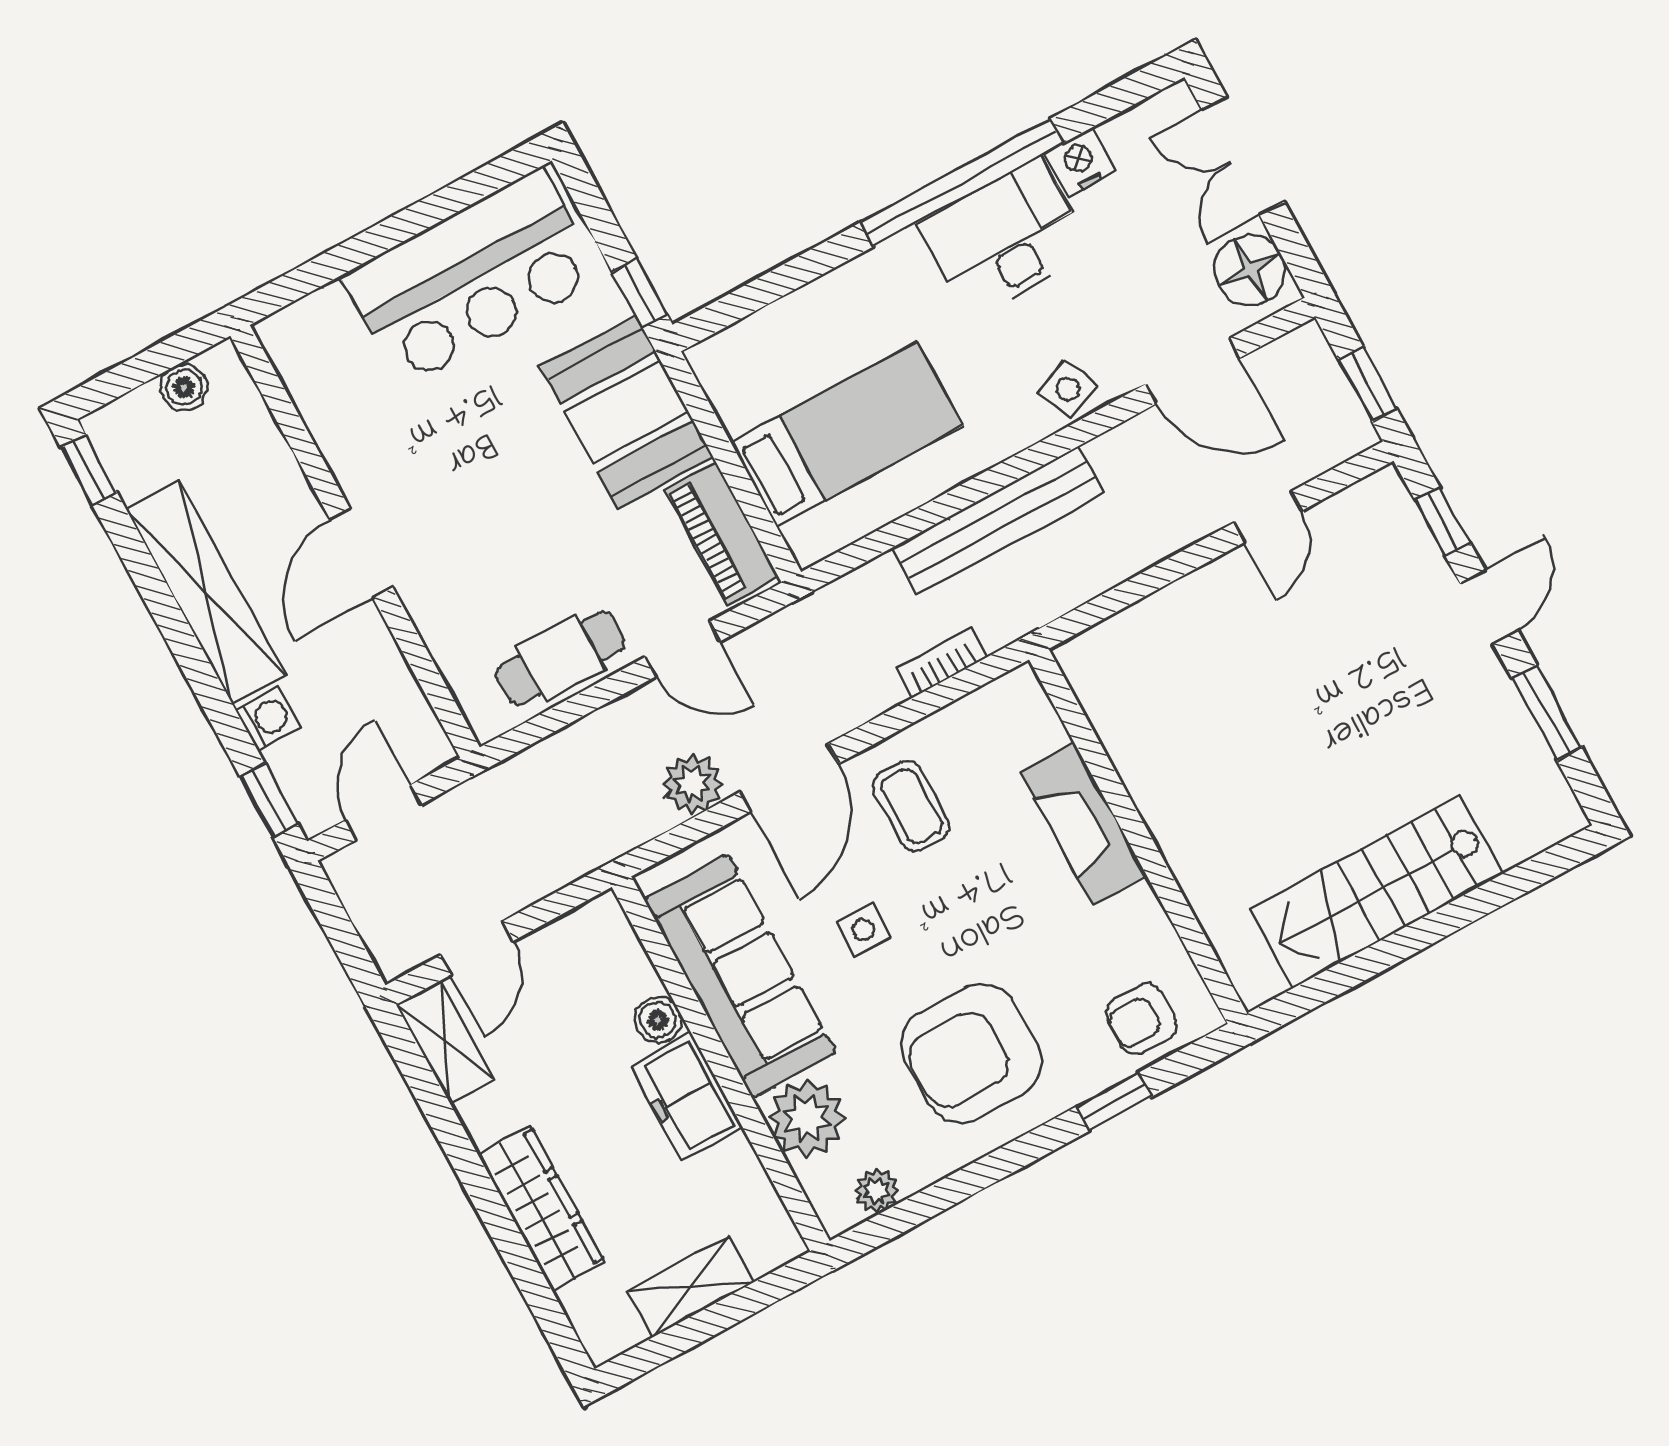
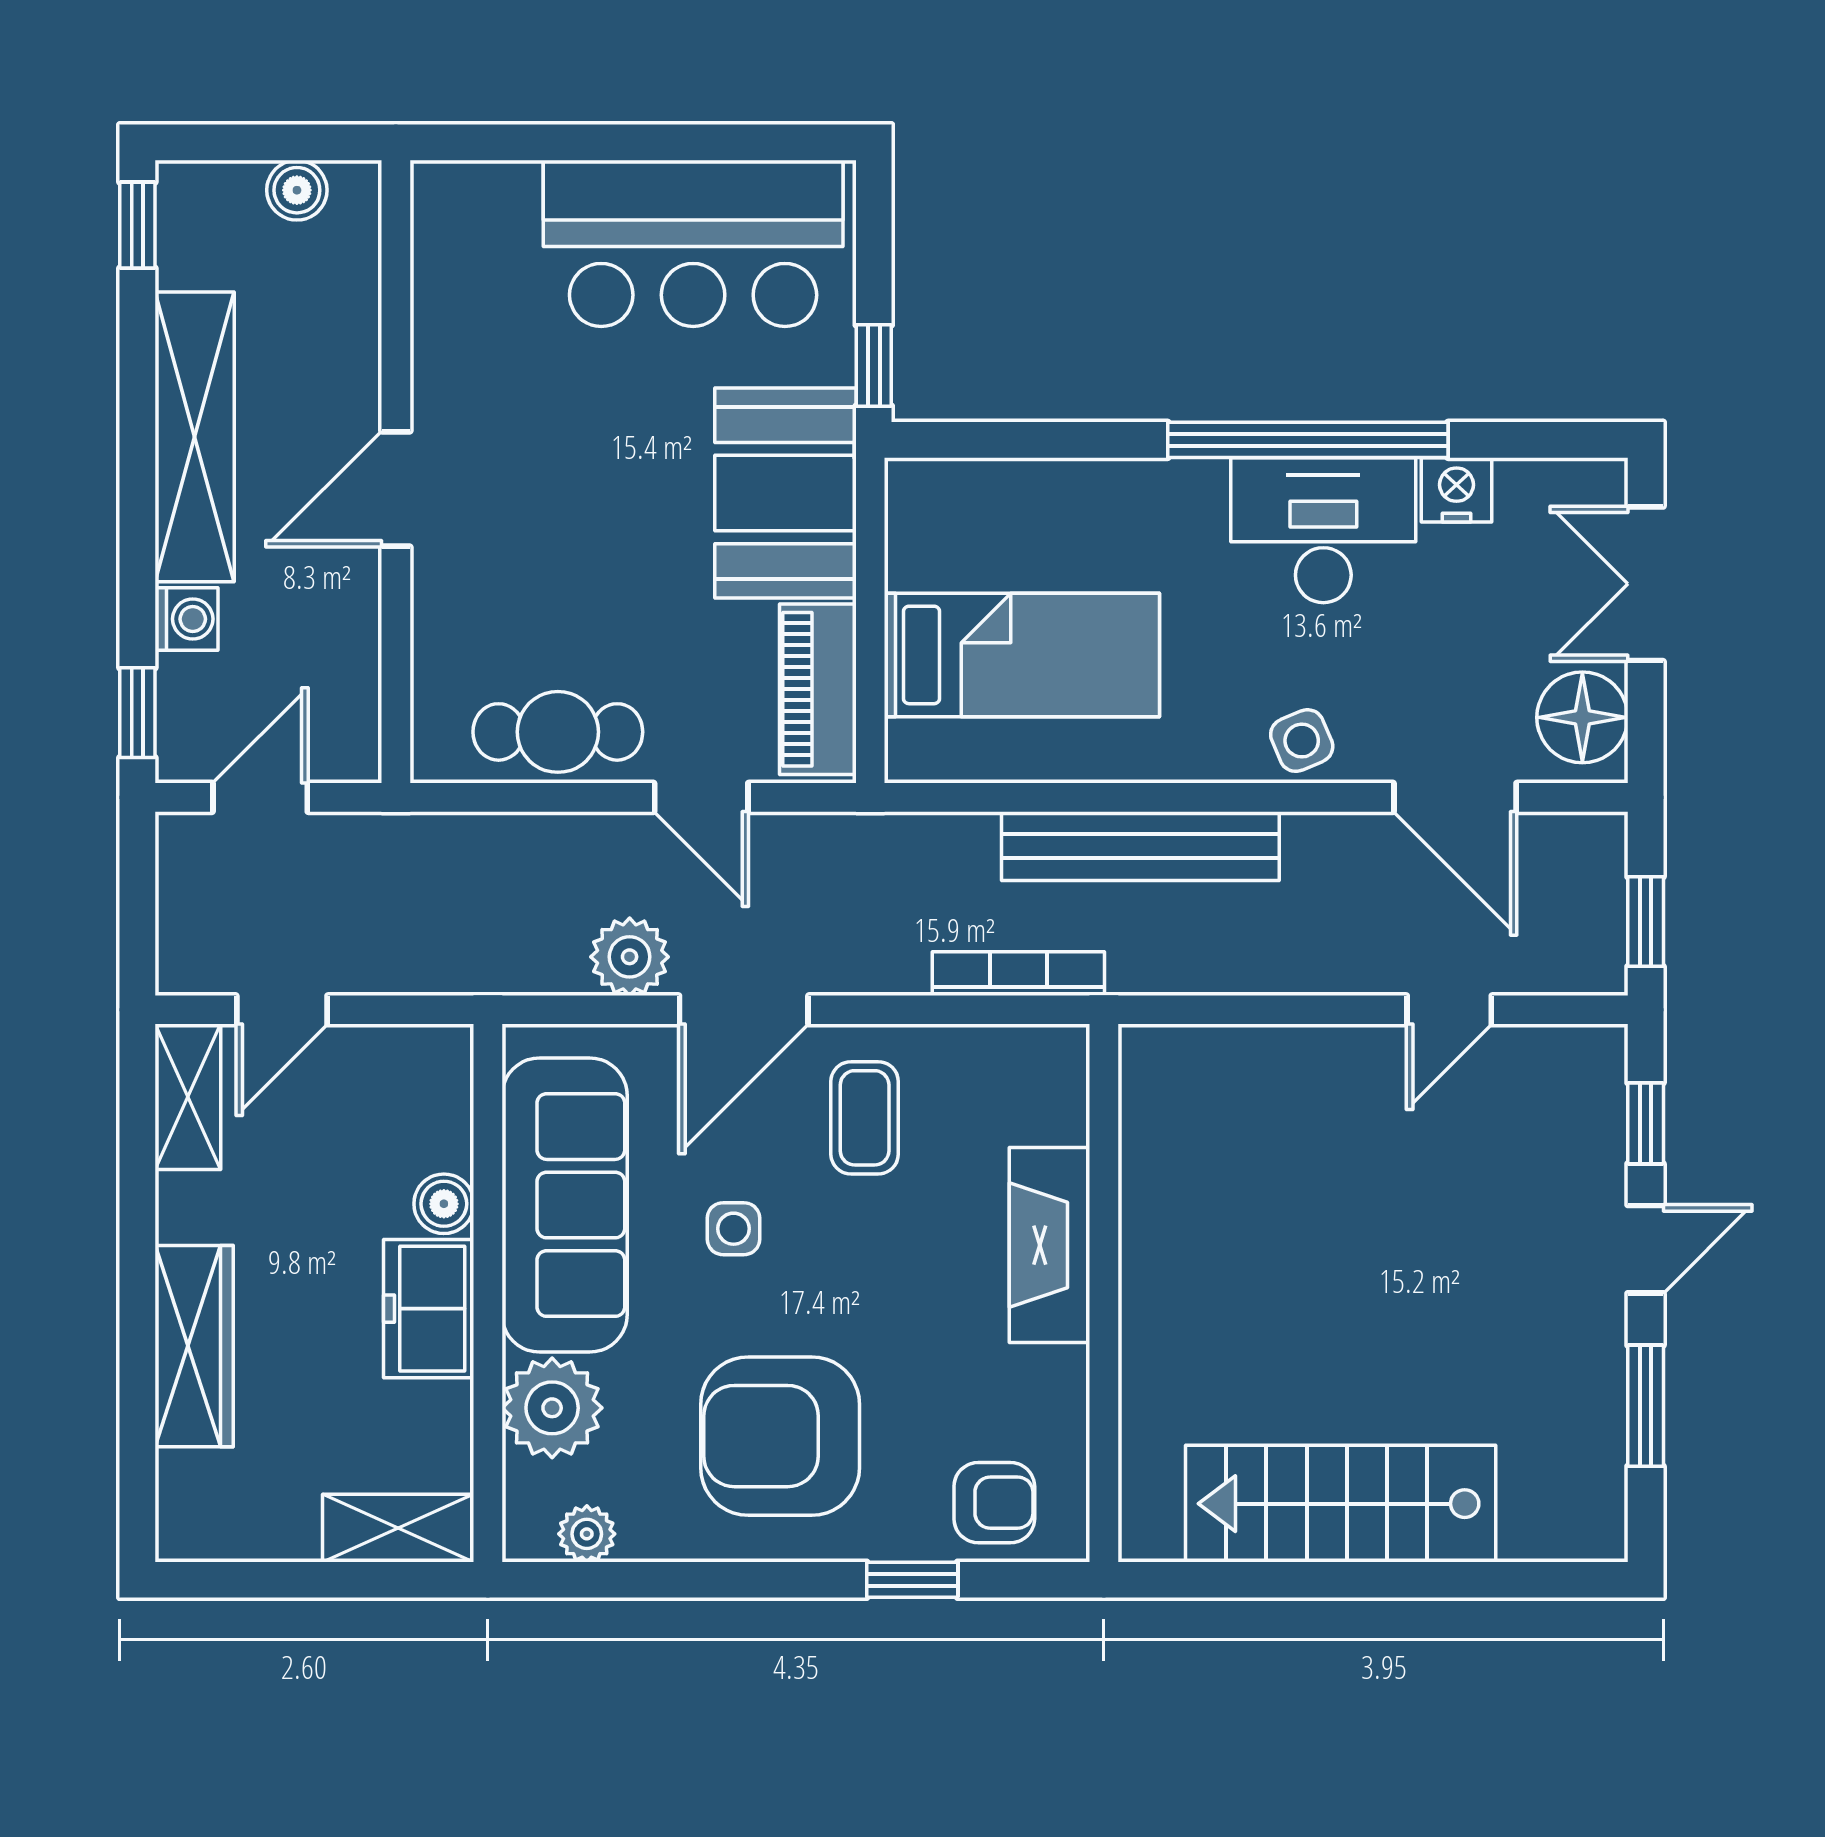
bookcase: (941, 663) -> (1018, 974), width x1.56
armchair: (1141, 1019) -> (994, 1503), turned 180
shelving: (691, 1287) -> (398, 1528), moved

